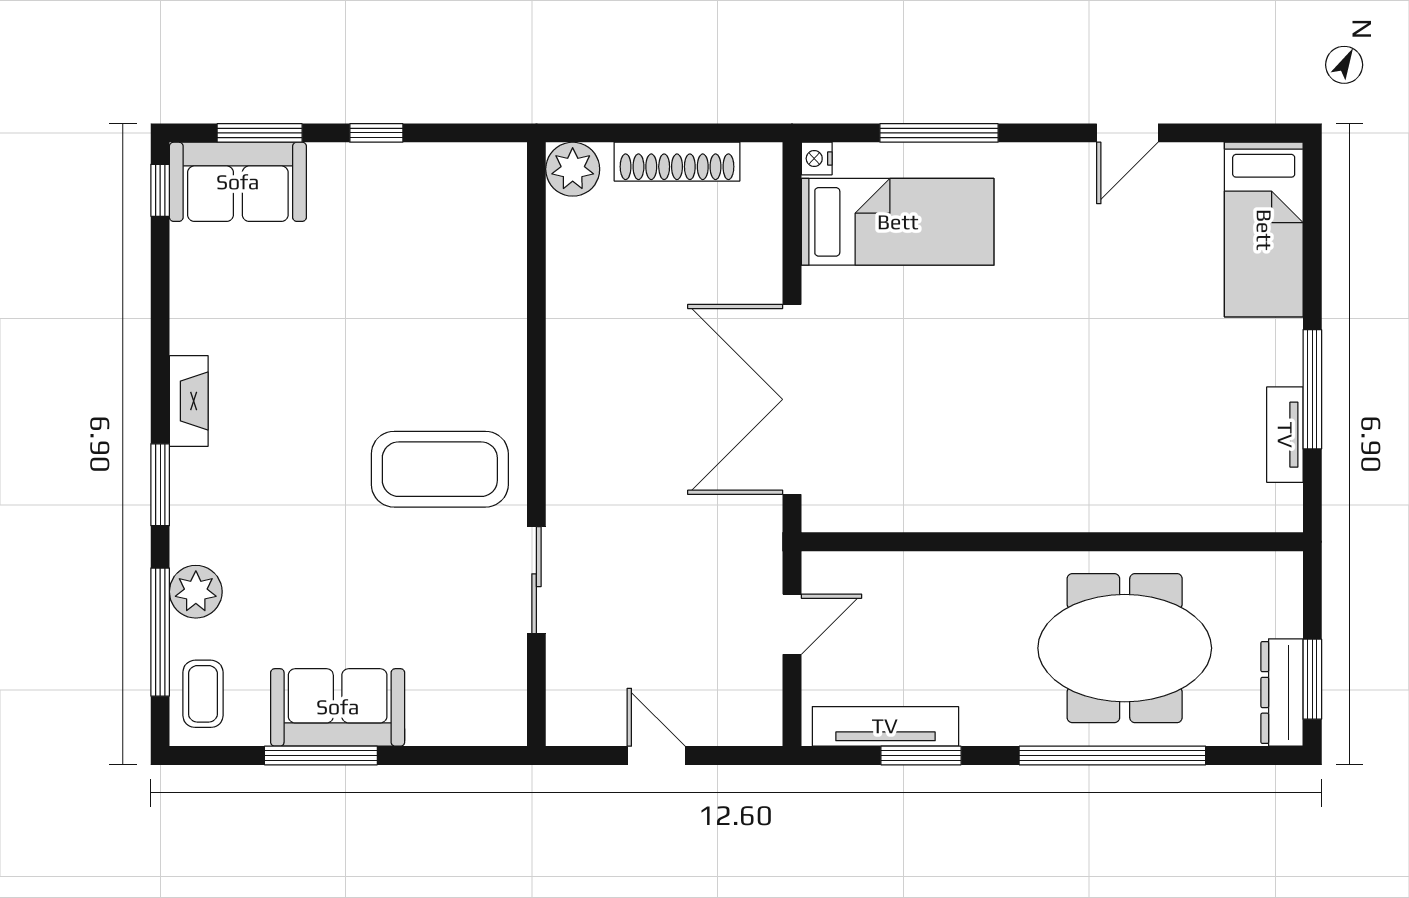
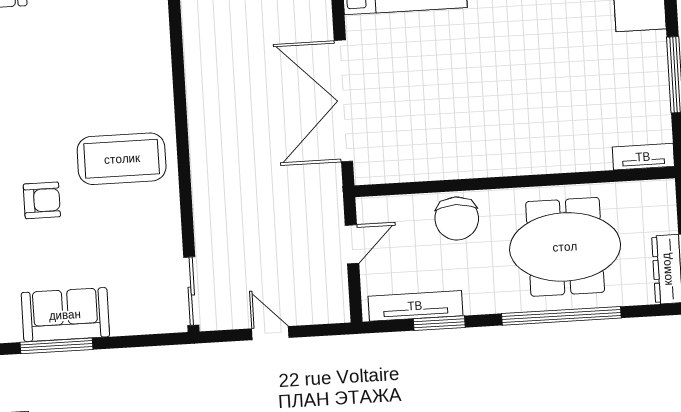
tv unit: (1285, 435) -> (643, 157), moved, turned 90
armchair: (312, 527) -> (42, 200), added
sliding door: (536, 580) -> (191, 291), moved
chair: (958, 594) -> (457, 218), added

